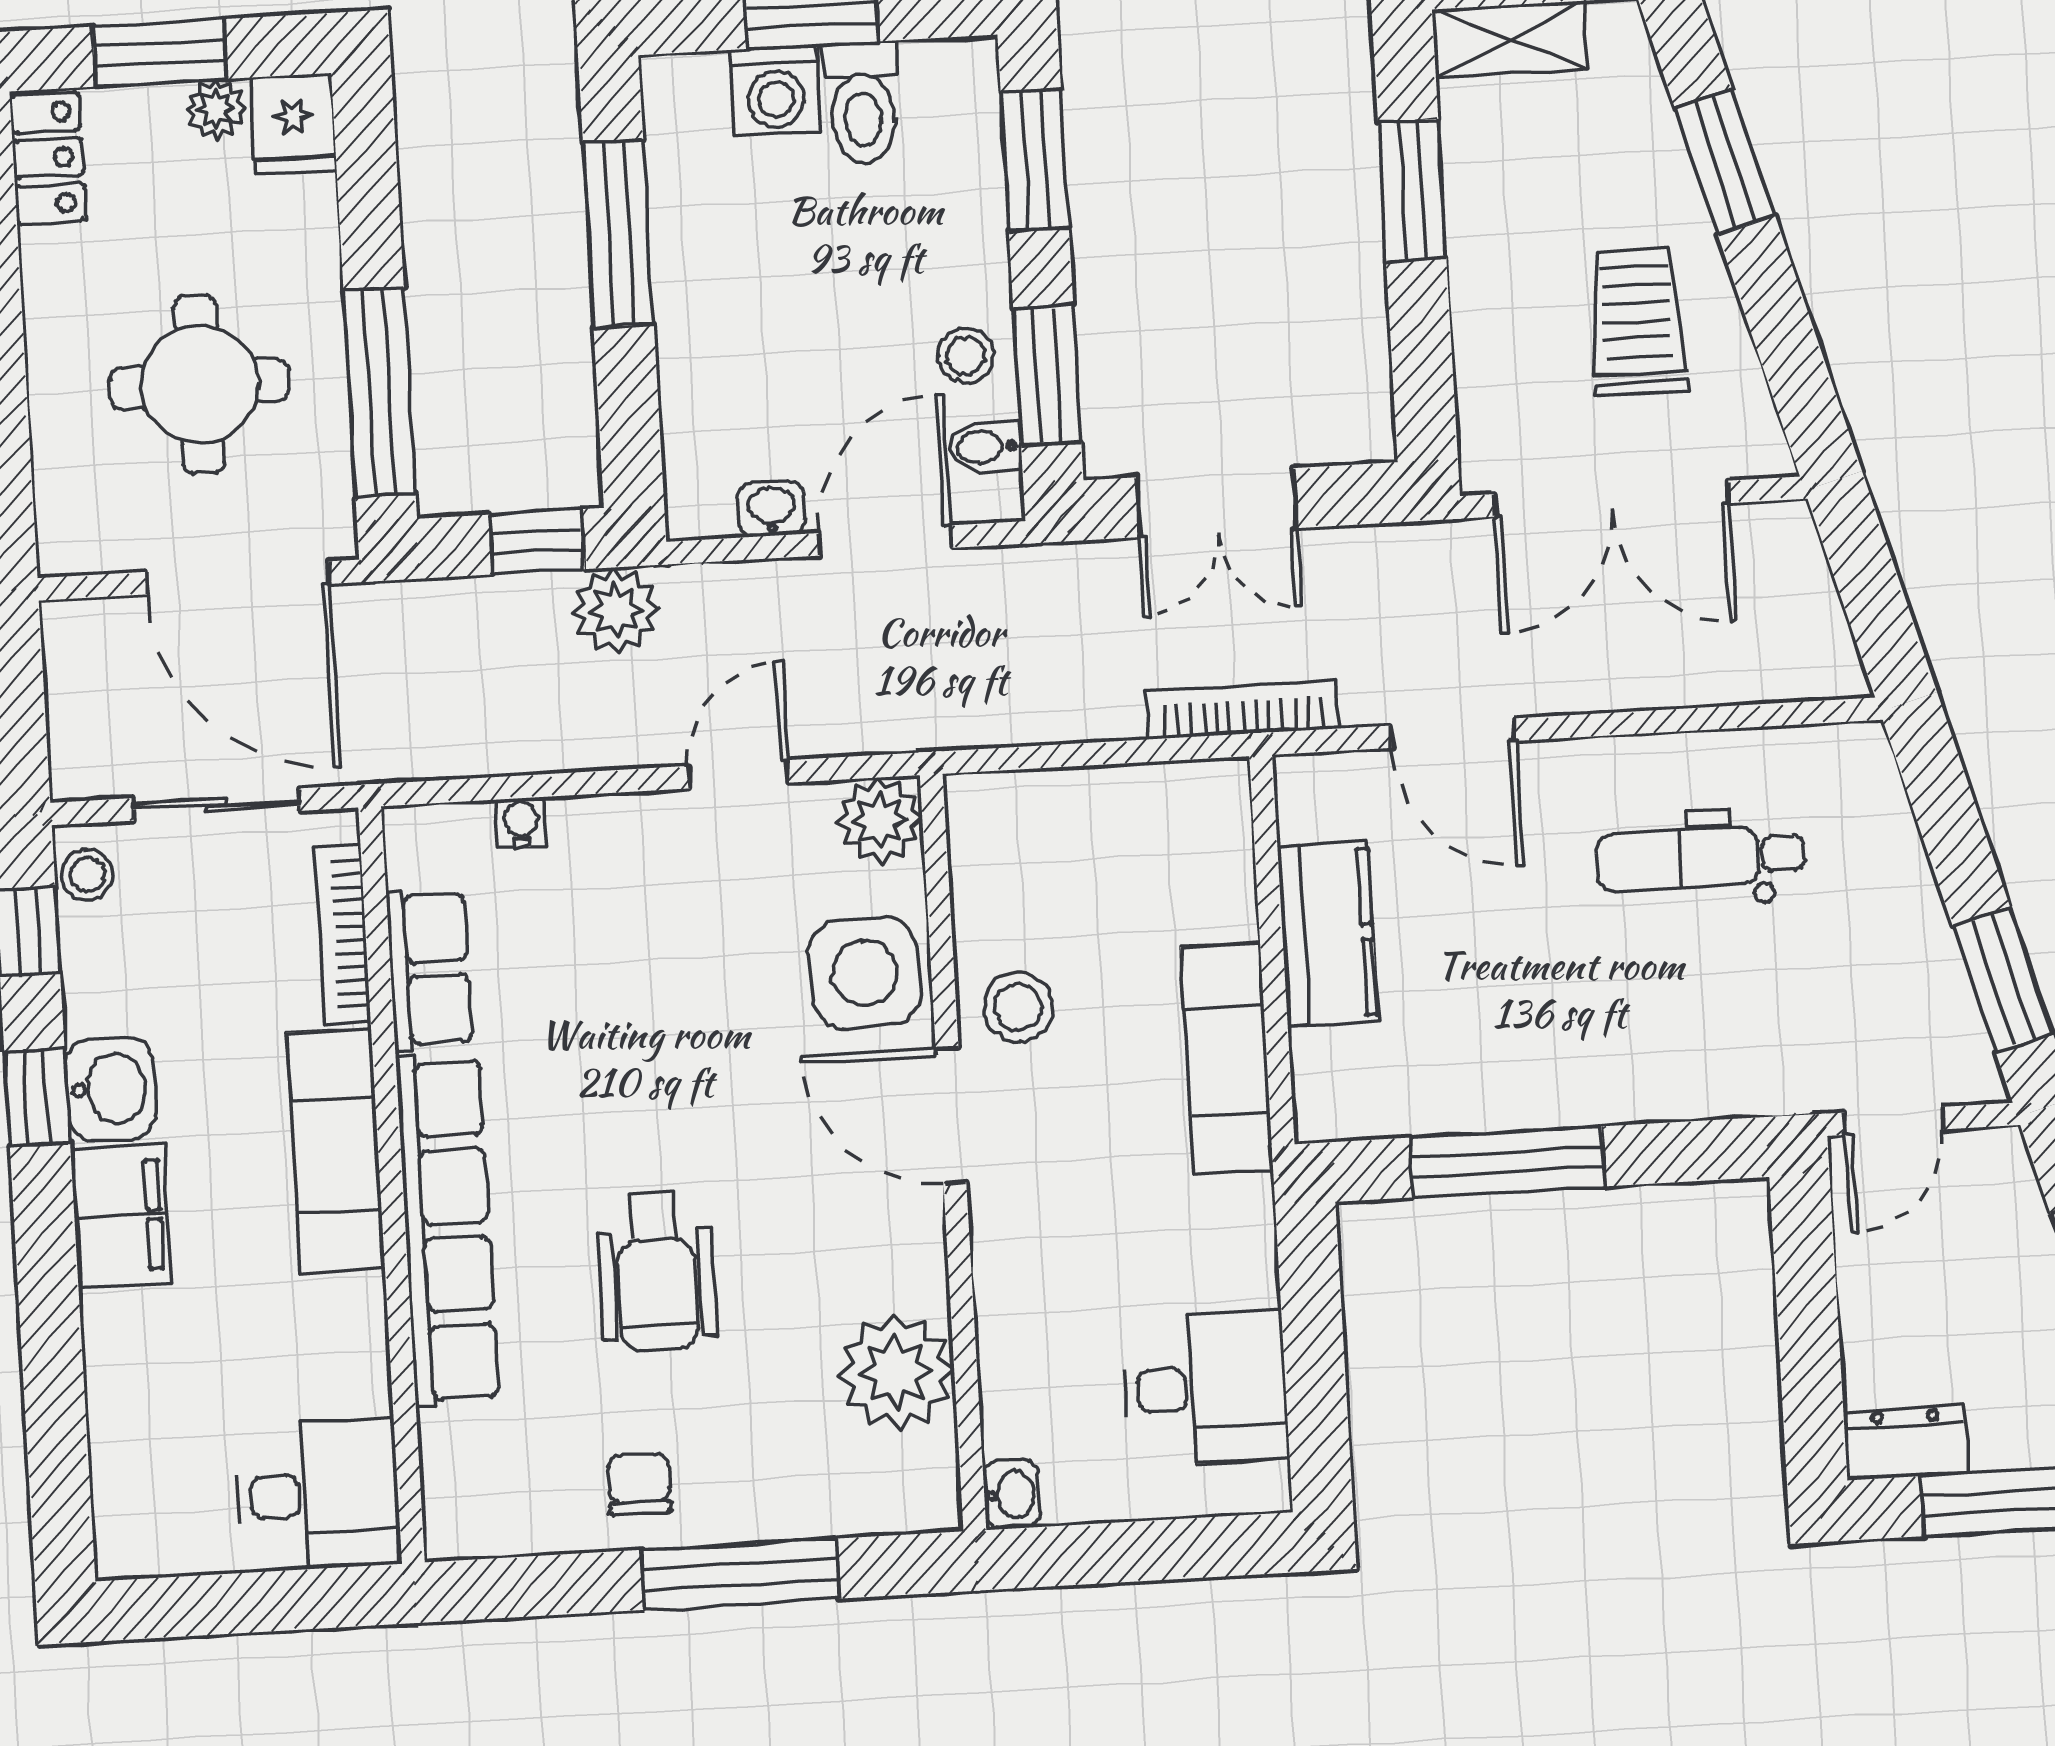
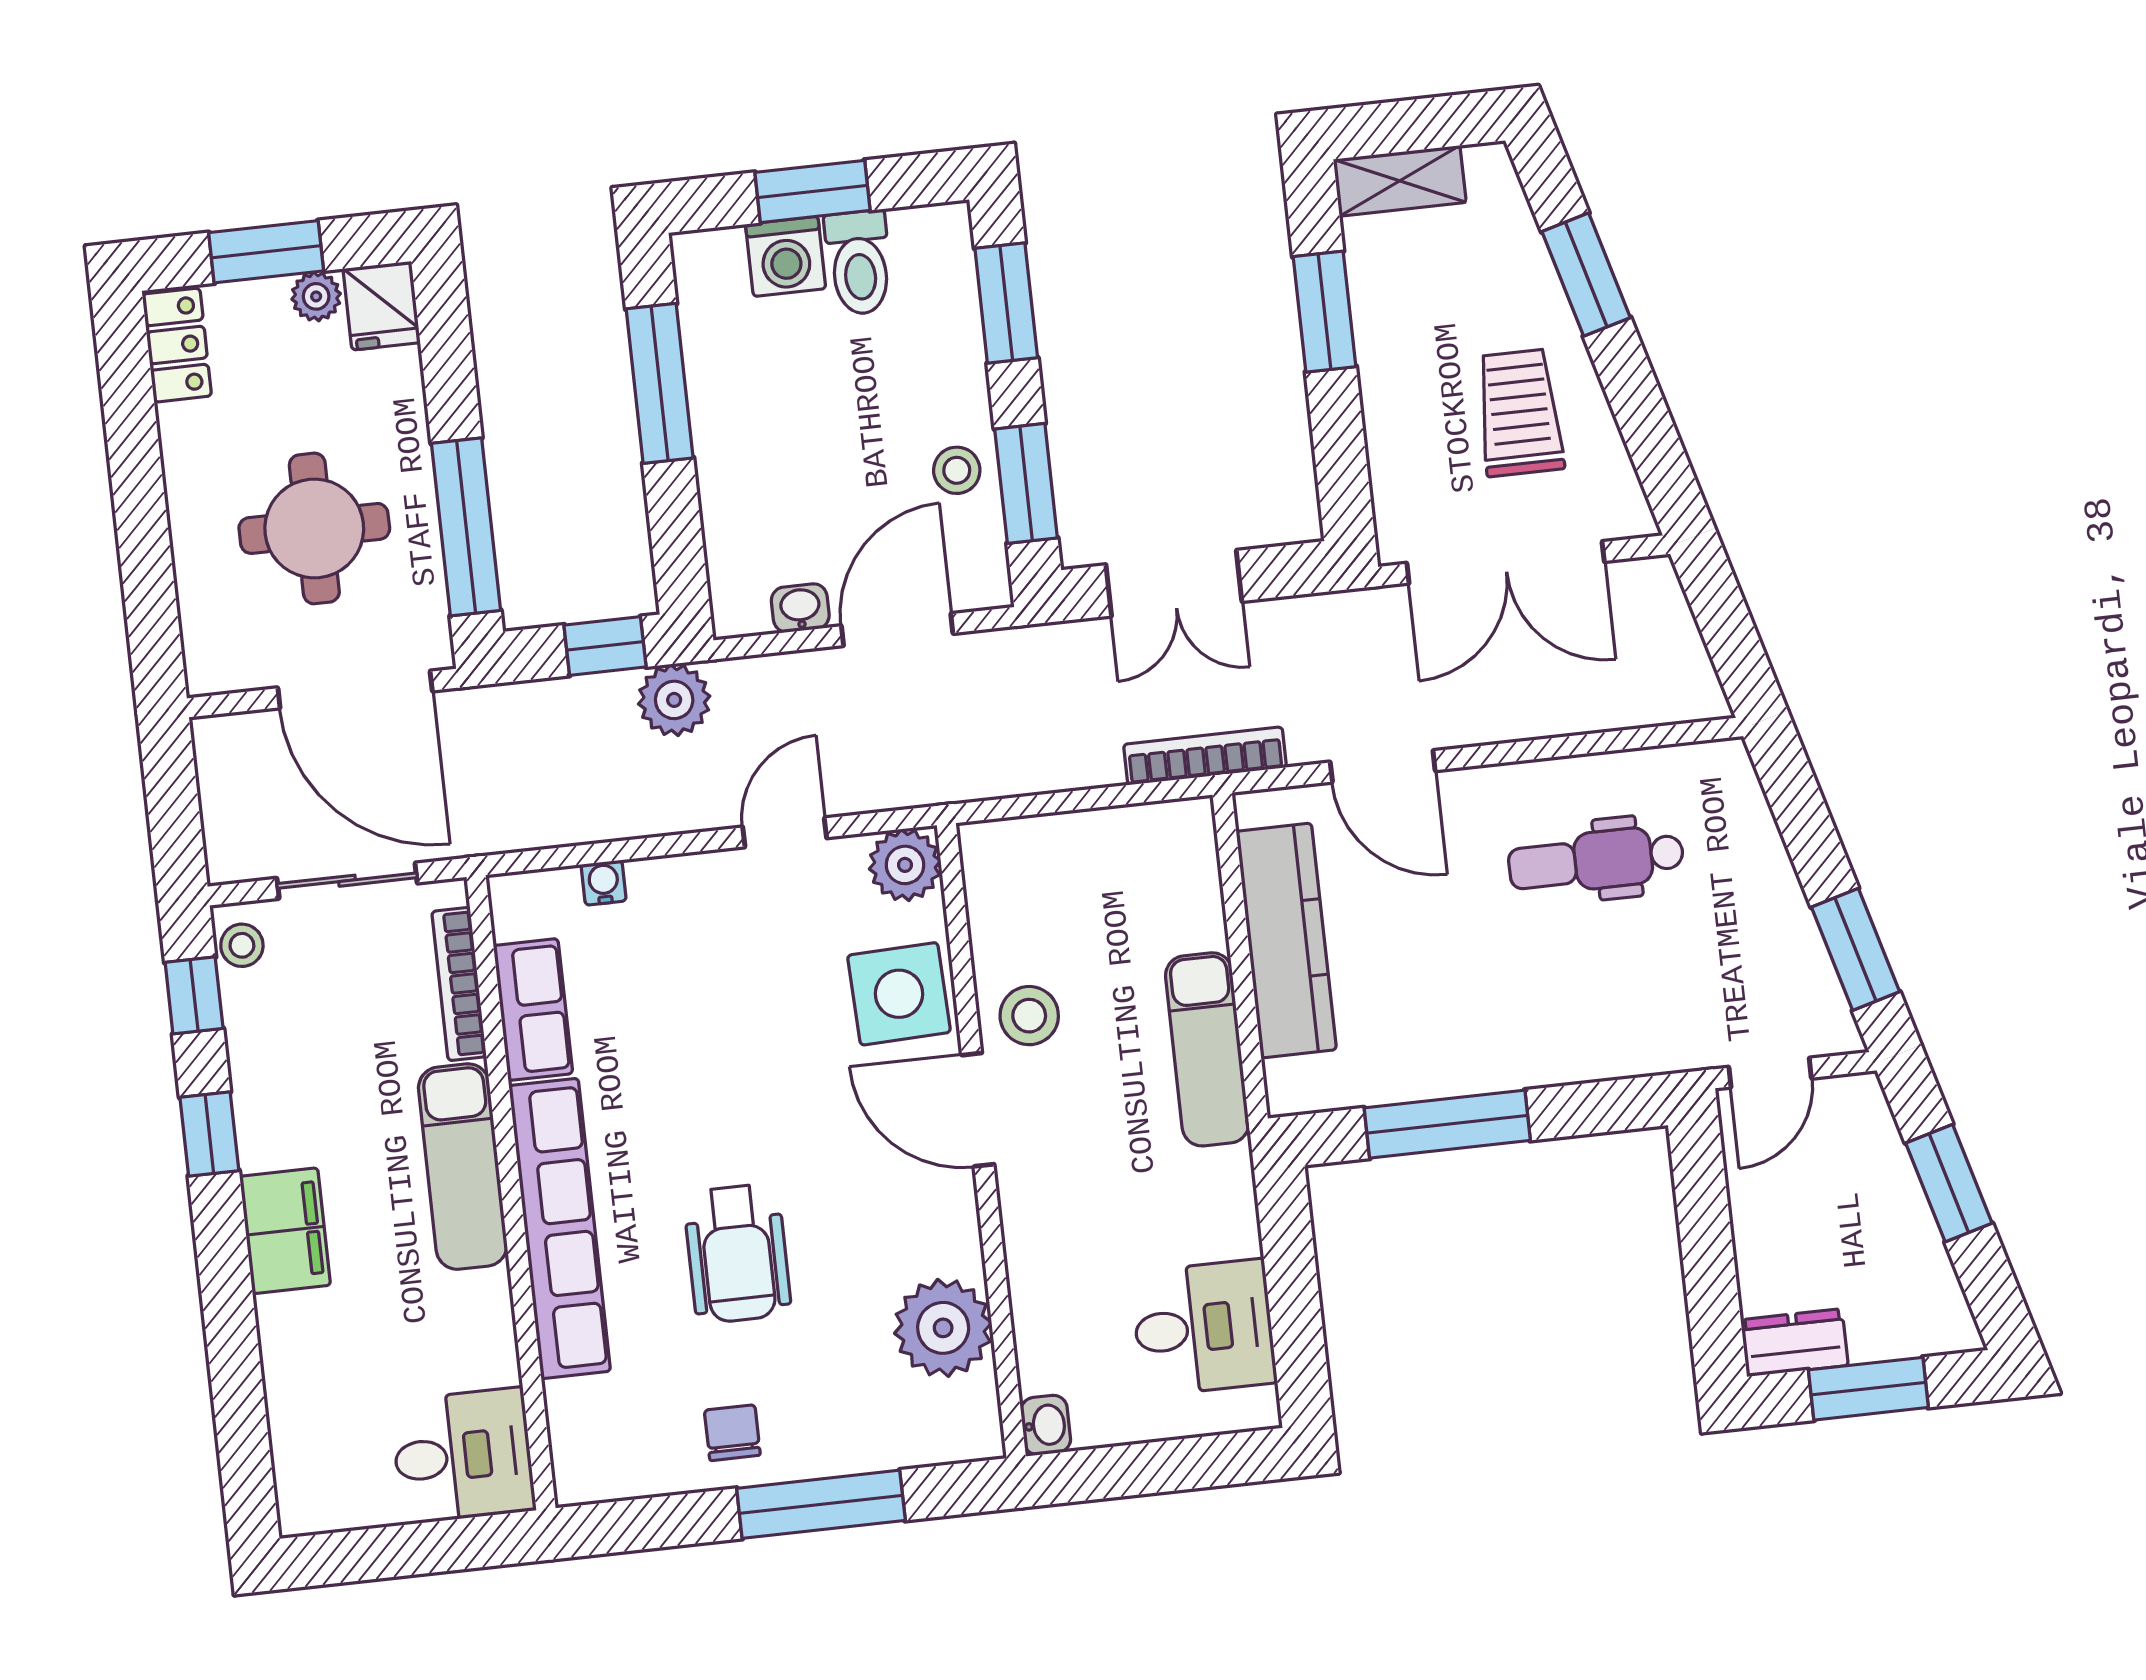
bidet: (985, 447) -> (977, 546), removed
kitchen counter: (1328, 934) -> (1286, 941), width x1.50
washbasin: (110, 1089) -> (271, 1124), removed

